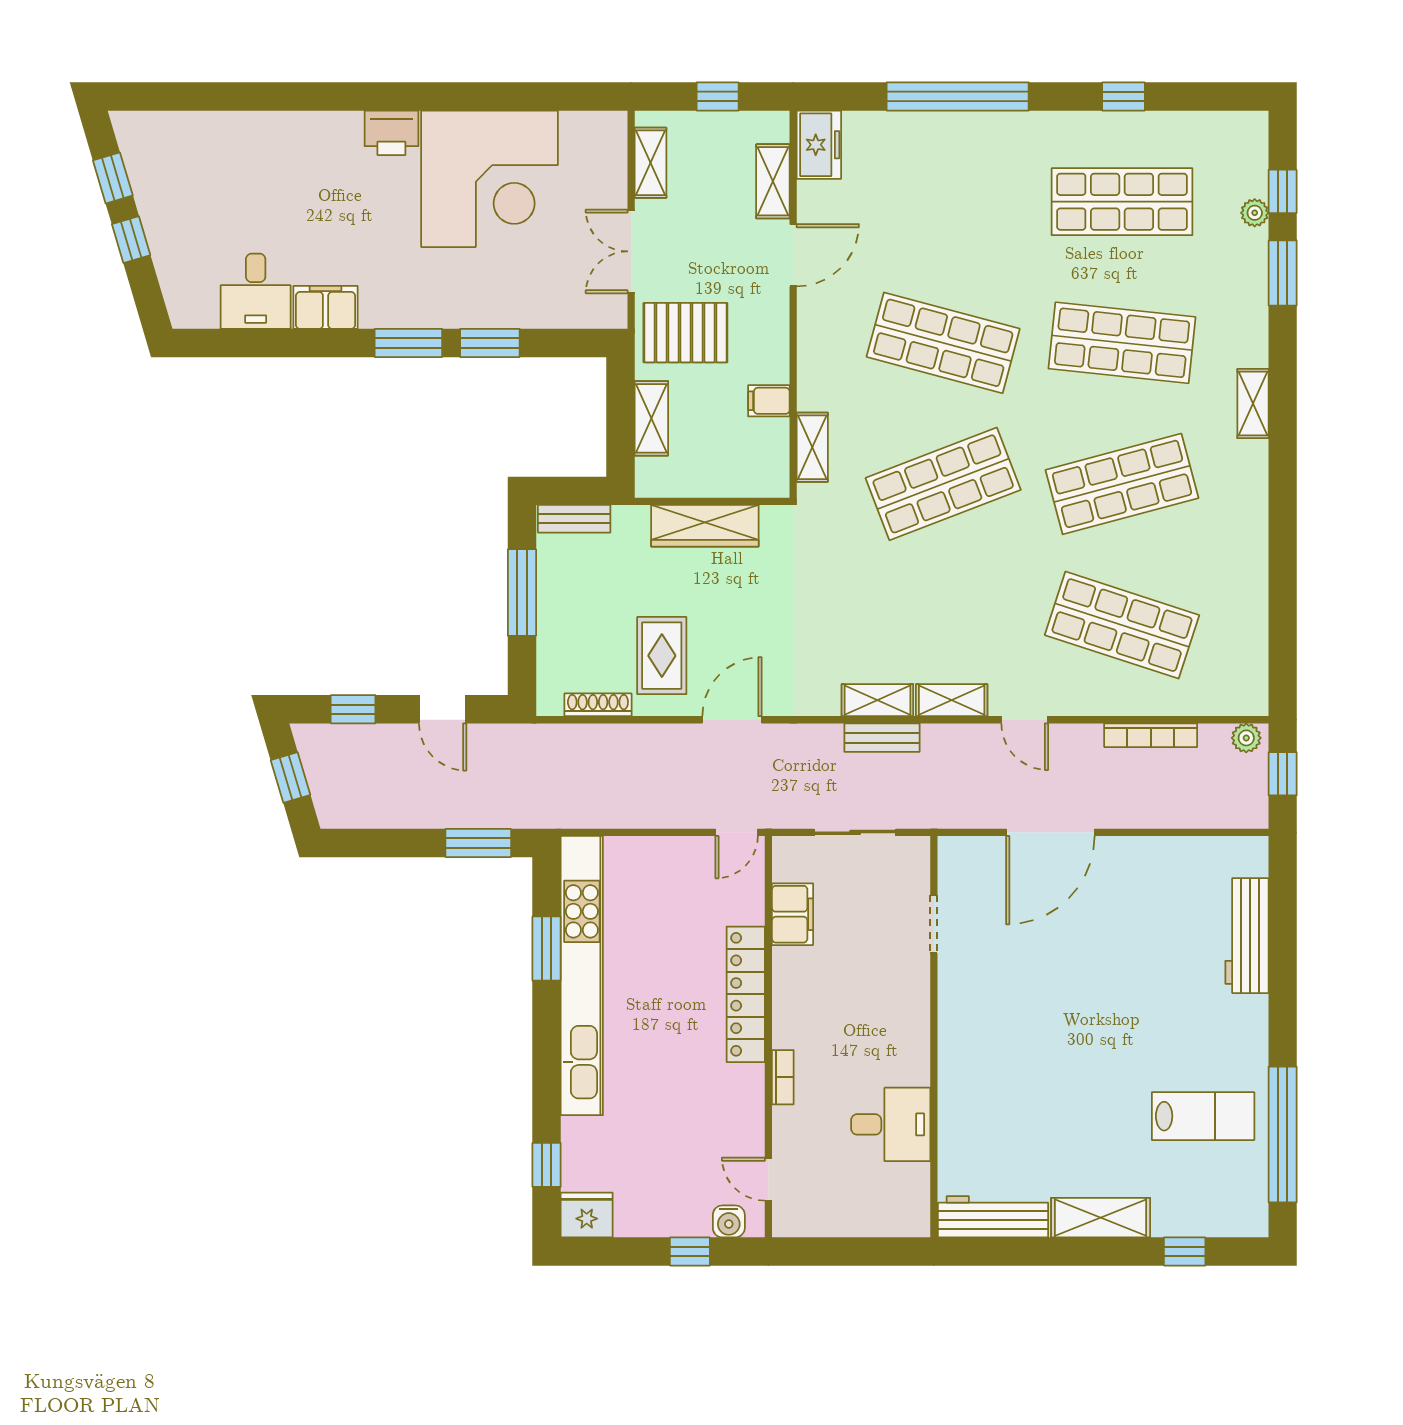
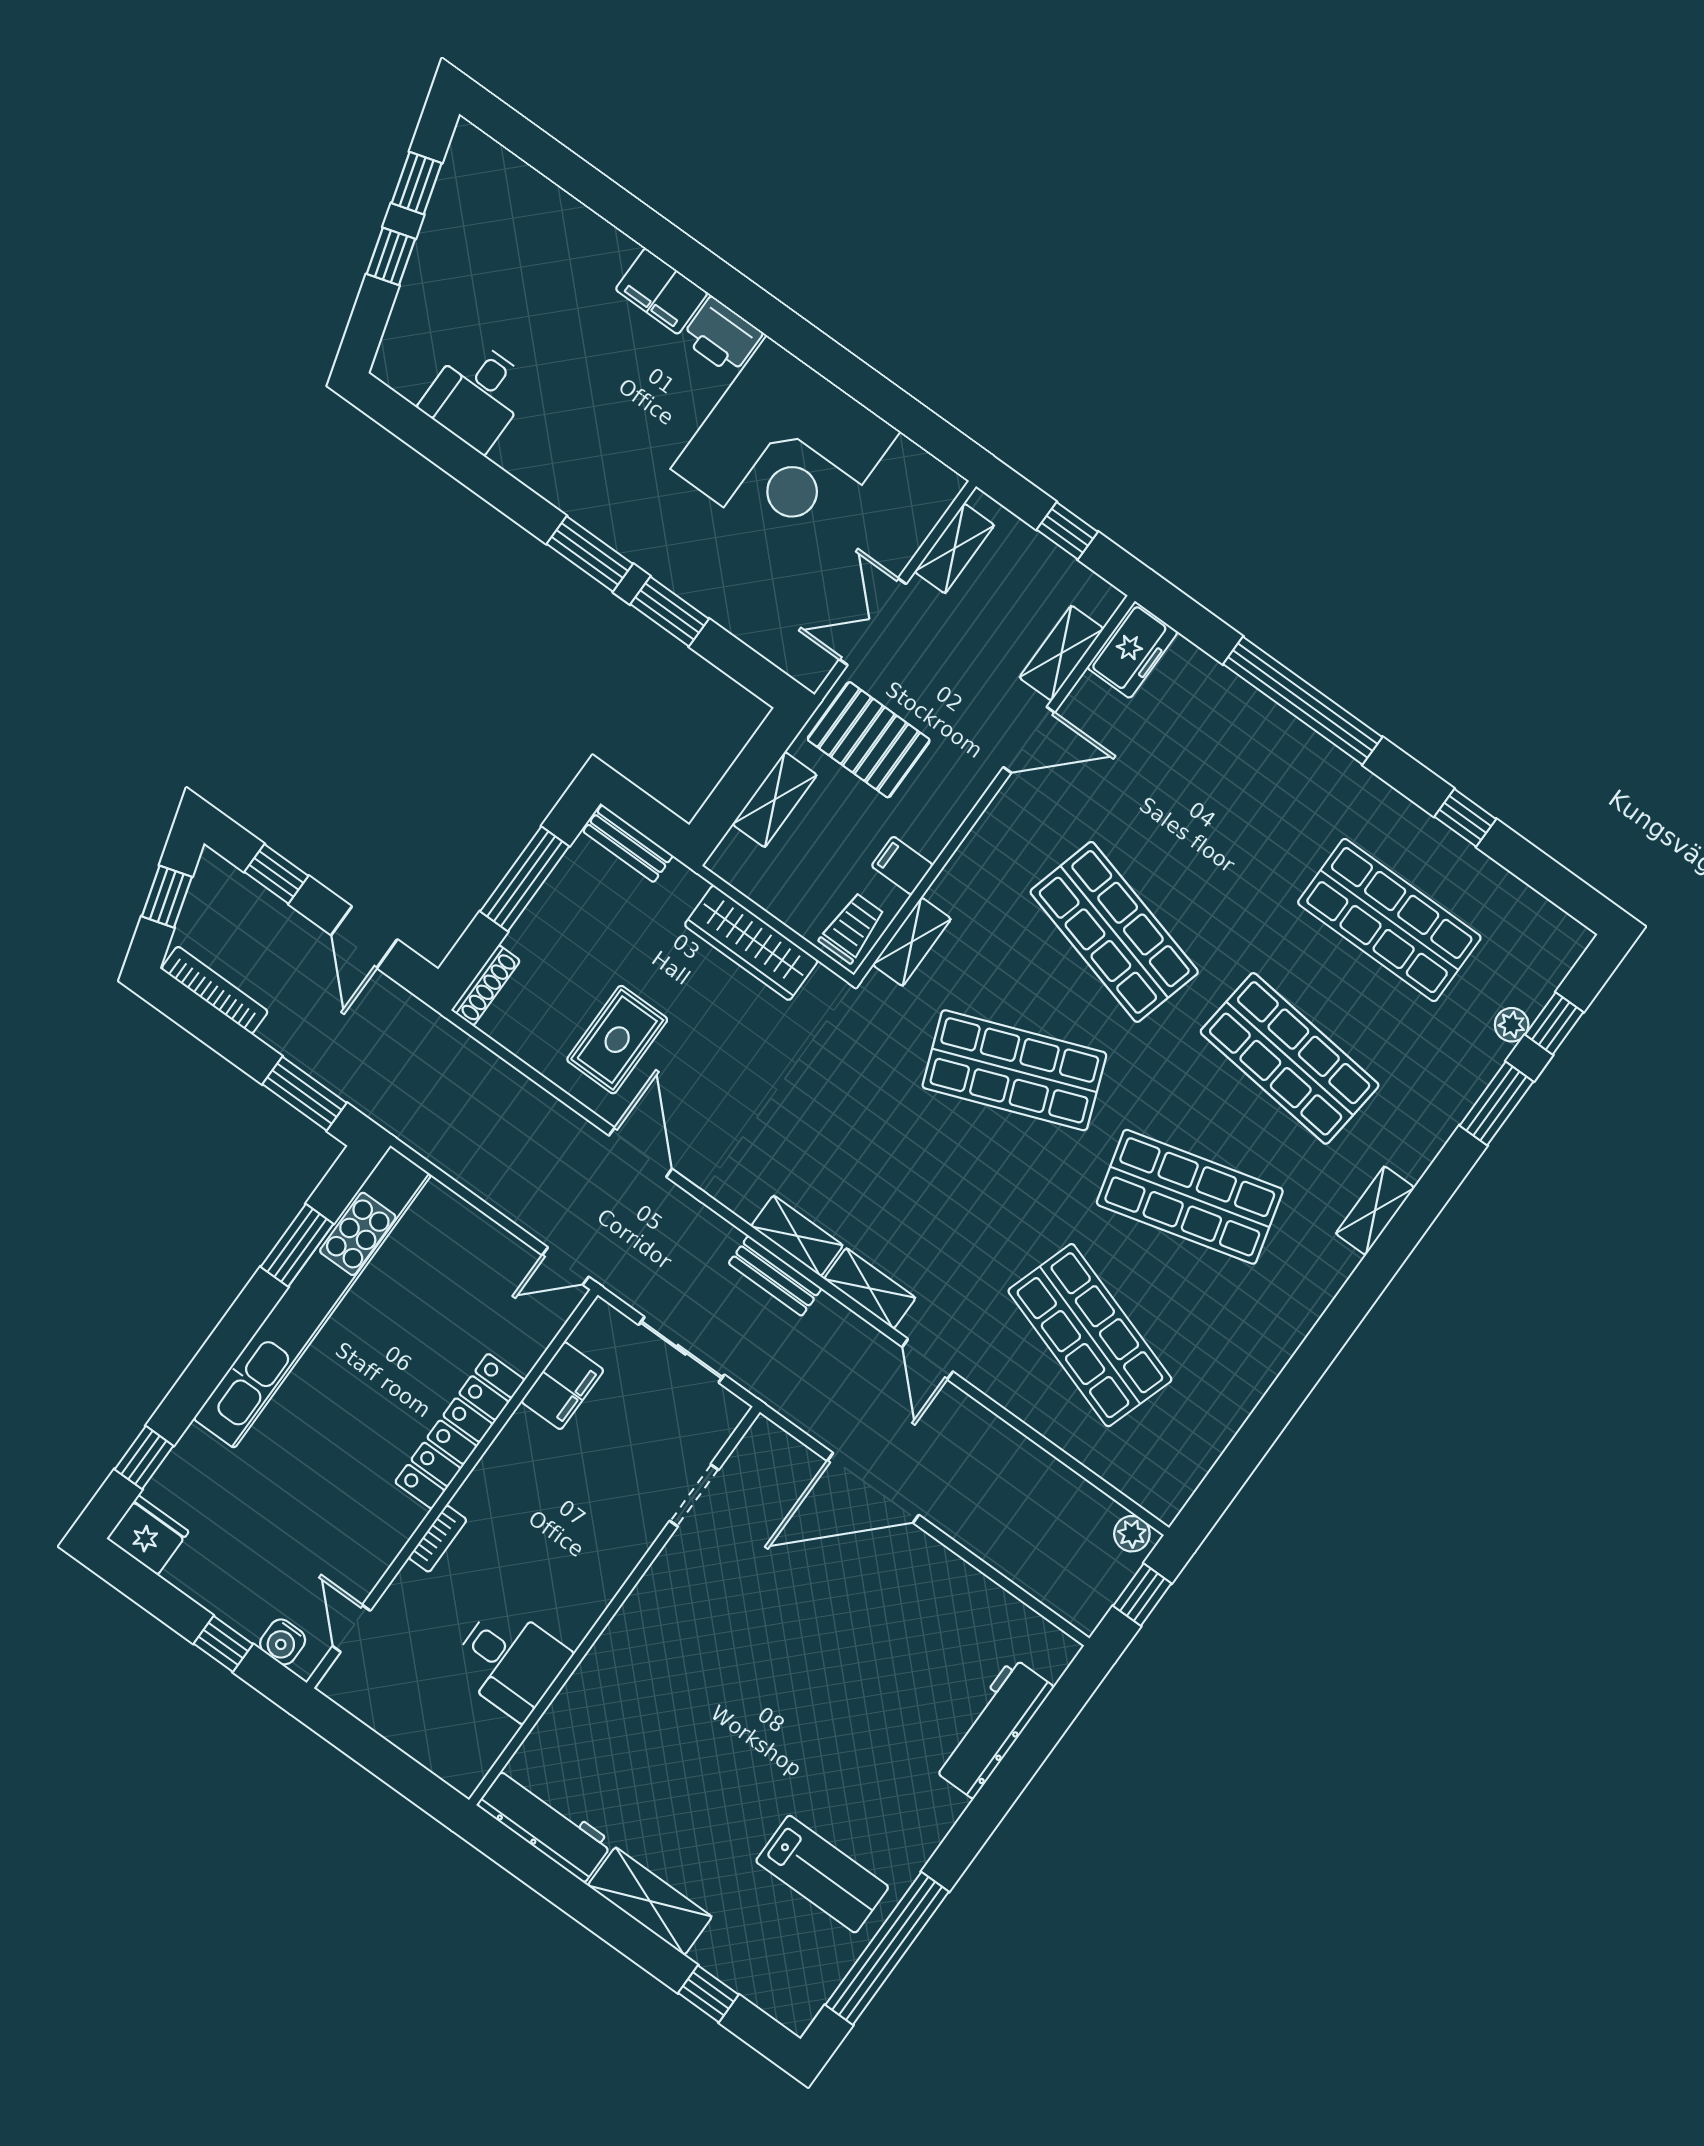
filing cabinet: (326, 307) -> (662, 291), moved, turned 180
trolley: (765, 467) -> (852, 928), added
shoe rack: (598, 705) -> (486, 985), moved, turned 90
door: (732, 720) -> (640, 1152), hinge flipped
bookcase: (1151, 735) -> (215, 990), moved, turned 180

